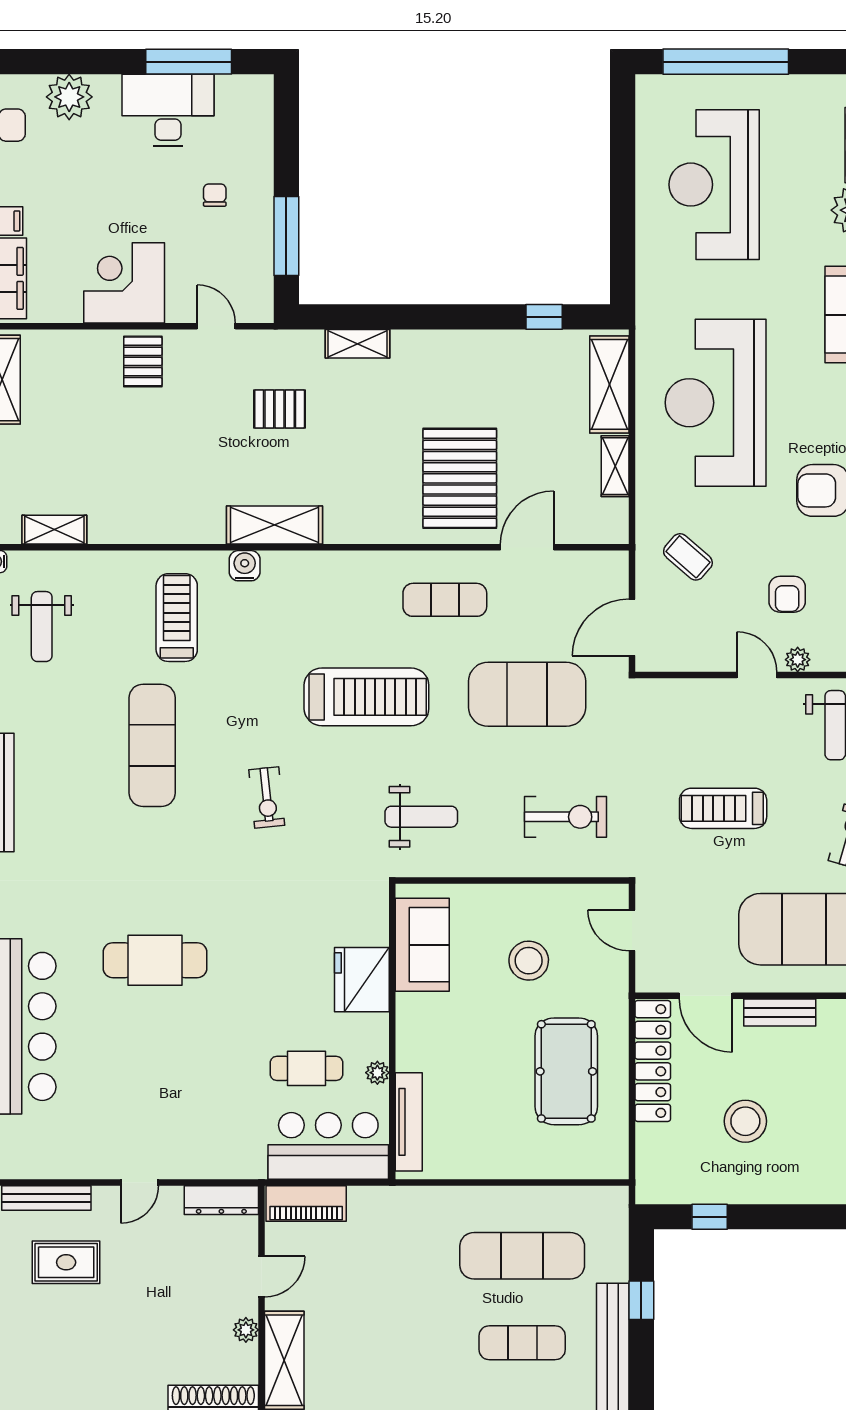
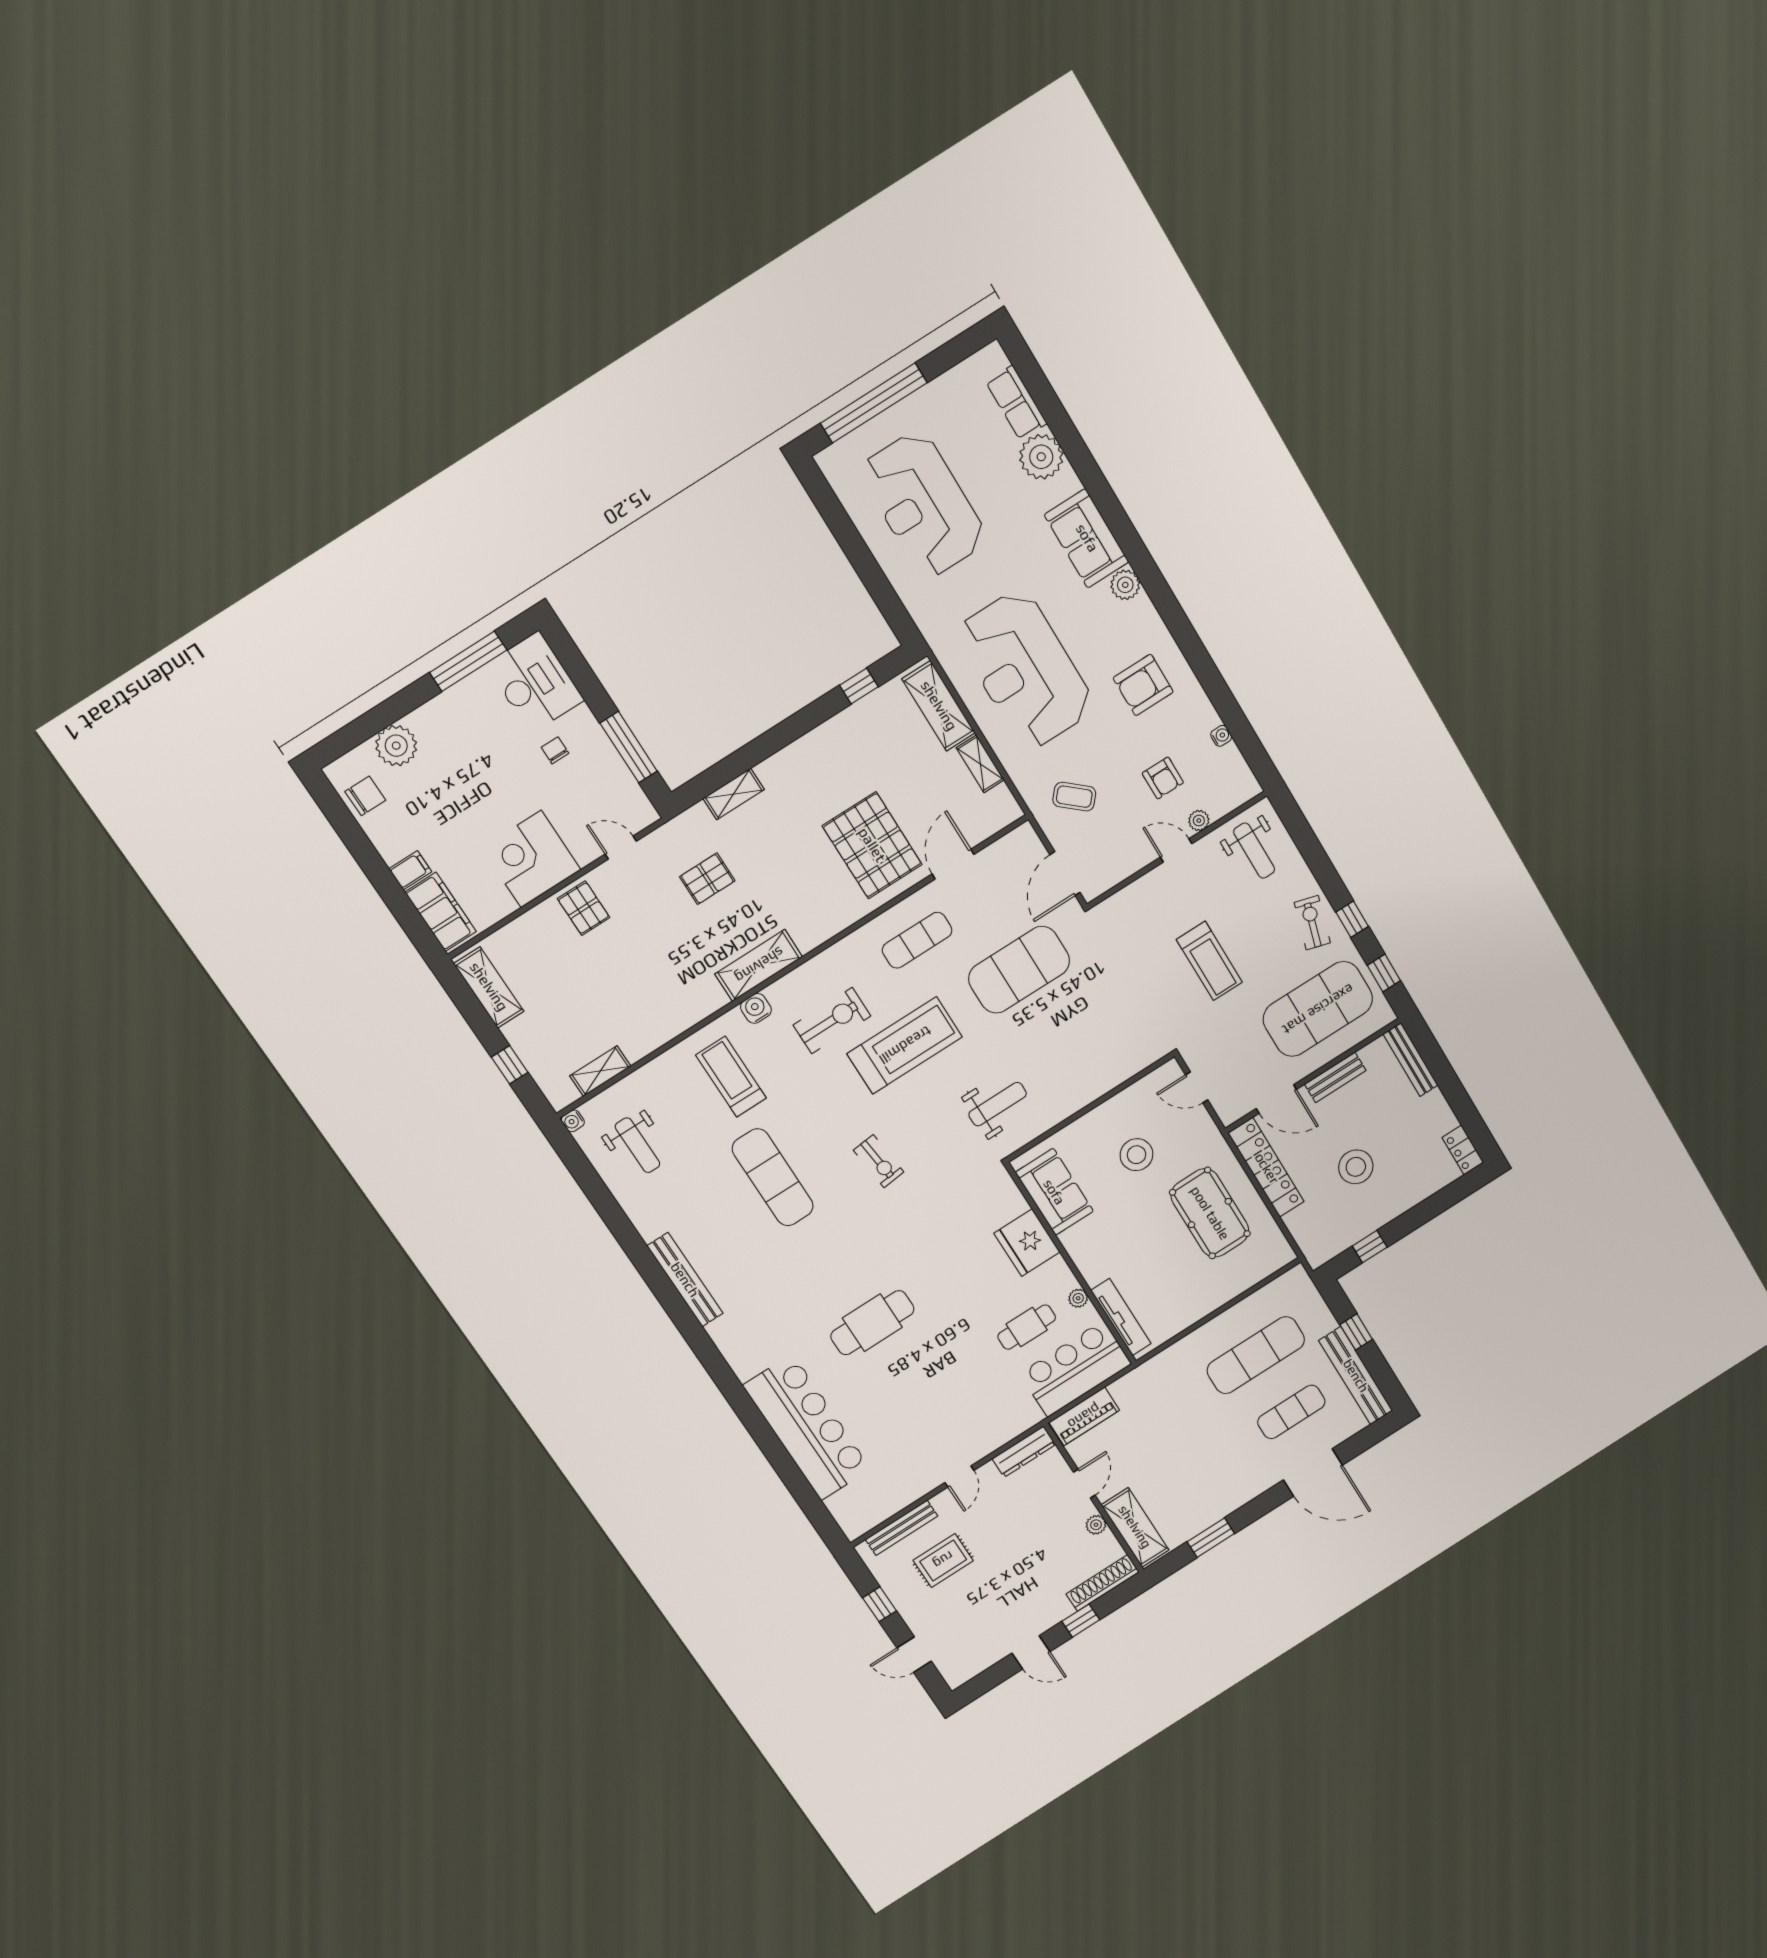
desk: (168, 110) -> (535, 683), moved, turned 90
treadmill: (723, 808) -> (1209, 961), turned -90
exercise bike: (565, 817) -> (832, 1020), moved

